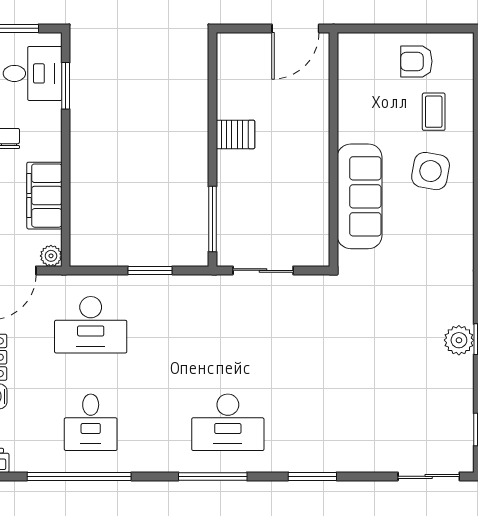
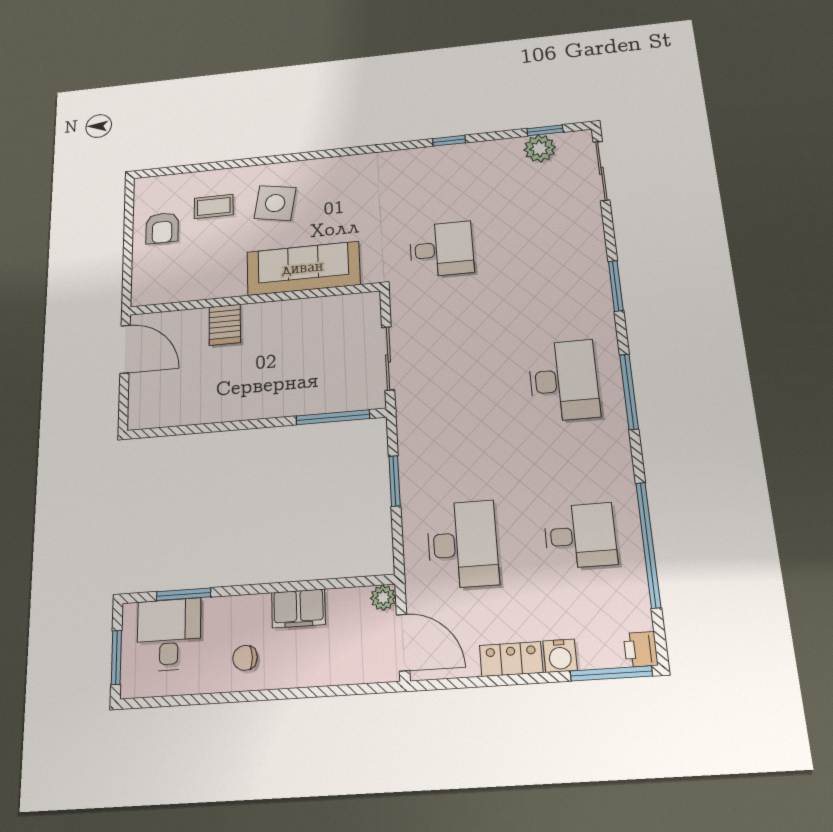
server rack: (235, 134) -> (225, 325), moved, turned 180
filing cabinet: (44, 196) -> (298, 608), width x0.67, depth x0.86
desk: (365, 325) -> (441, 249), added
plant: (459, 340) -> (540, 149), moved

